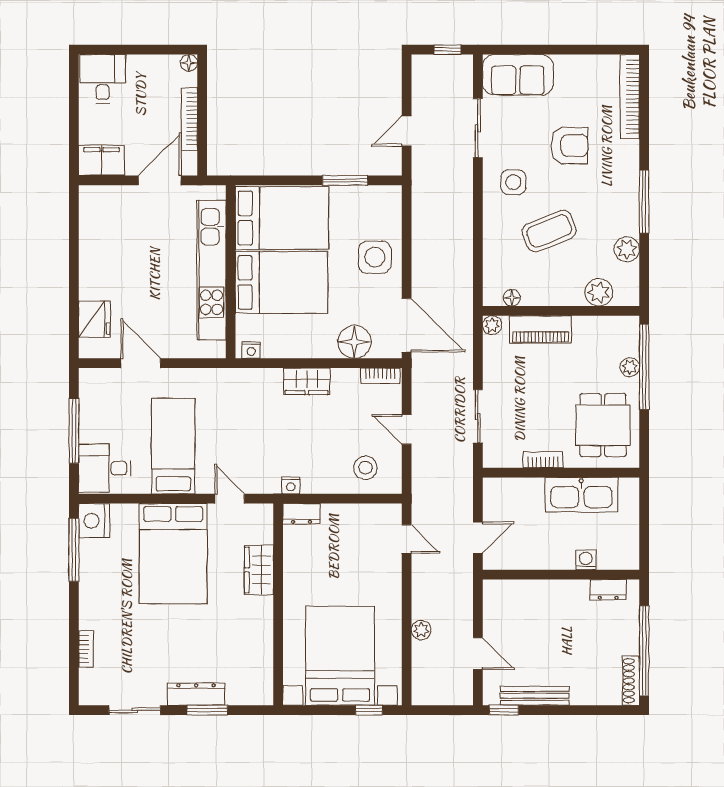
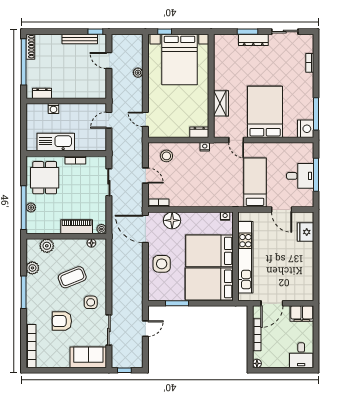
wardrobe: (307, 381) -> (197, 200), removed
bed: (173, 446) -> (255, 182), moved, turned 180
desk: (105, 468) -> (300, 176), moved

